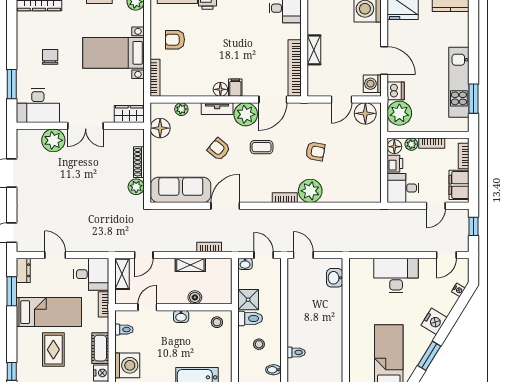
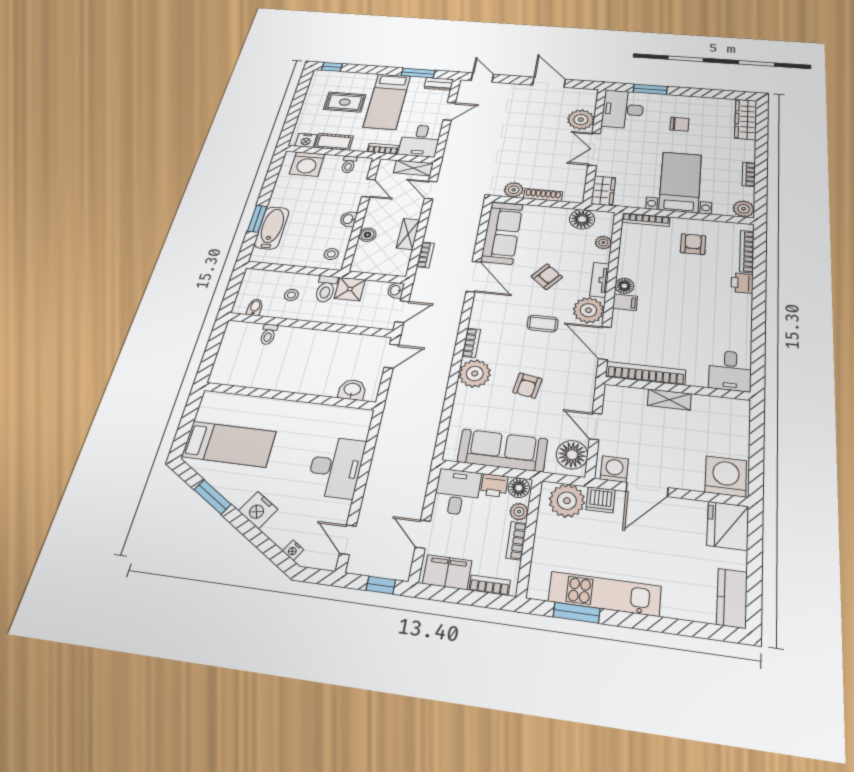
coffee table: (262, 147) -> (543, 324), turned 90
sofa: (368, 162) -> (503, 450), added

